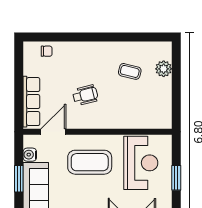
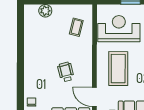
coffee table: (130, 71) -> (76, 27), moved

